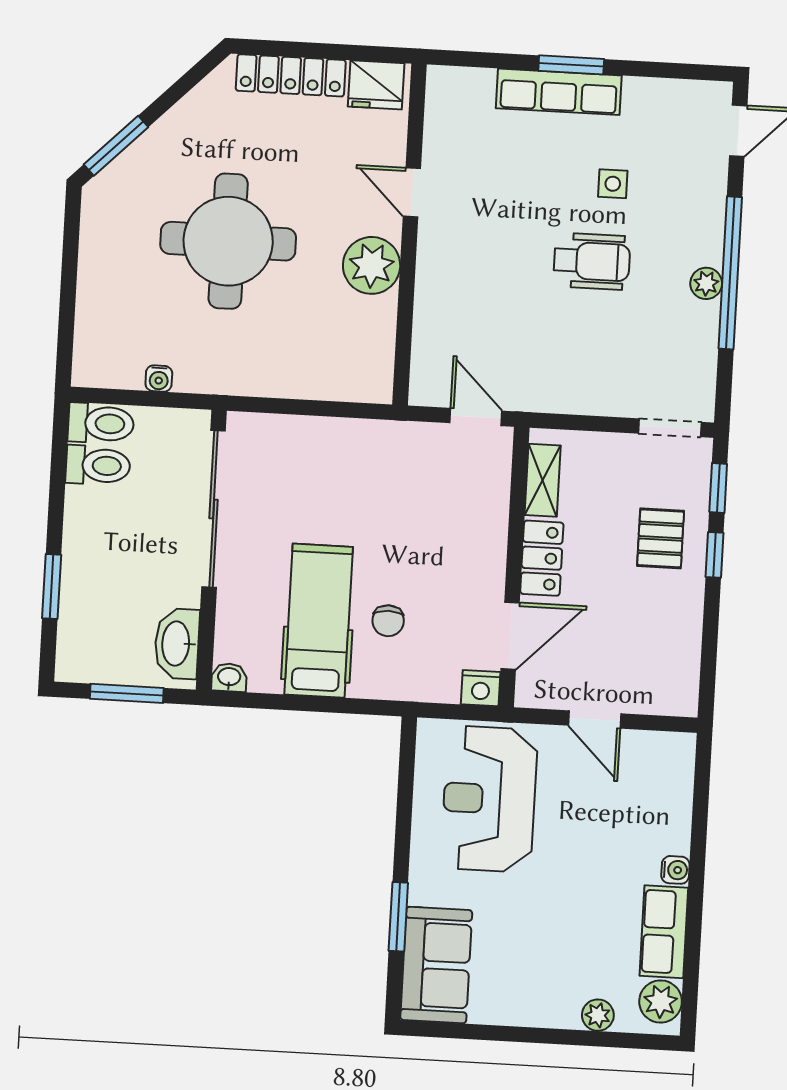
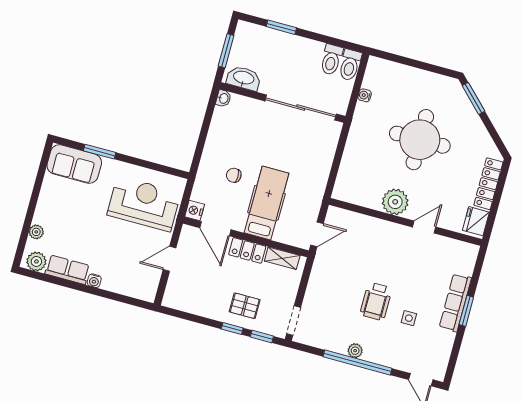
hospital bed: (319, 621) -> (266, 203), moved, turned -90

